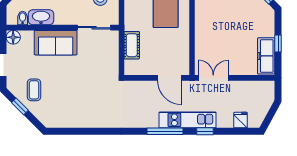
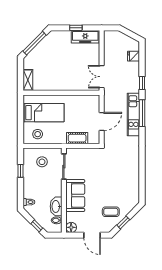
door: (169, 78) -> (102, 121), moved
kitchen unit: (187, 120) -> (133, 115), moved

